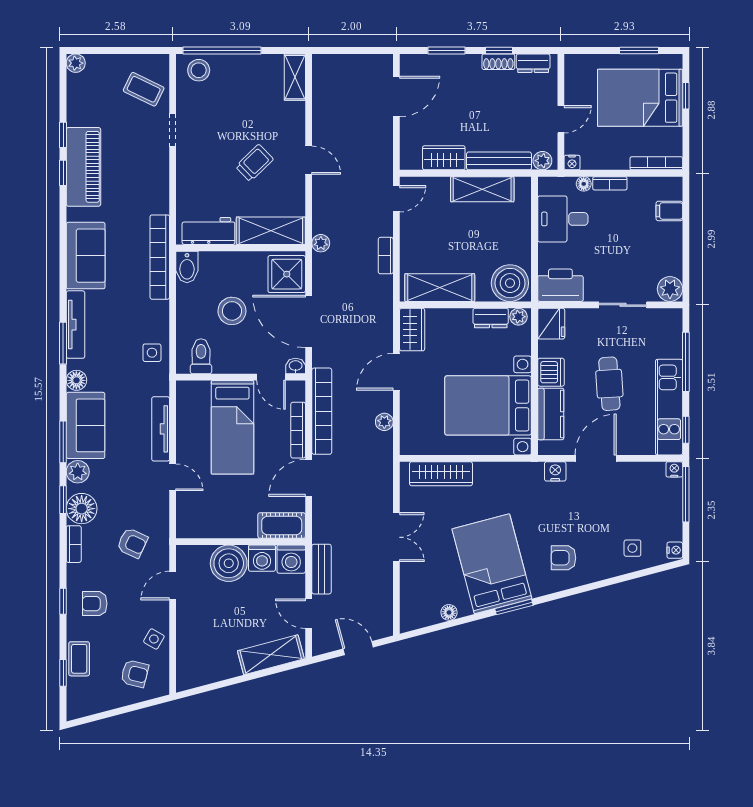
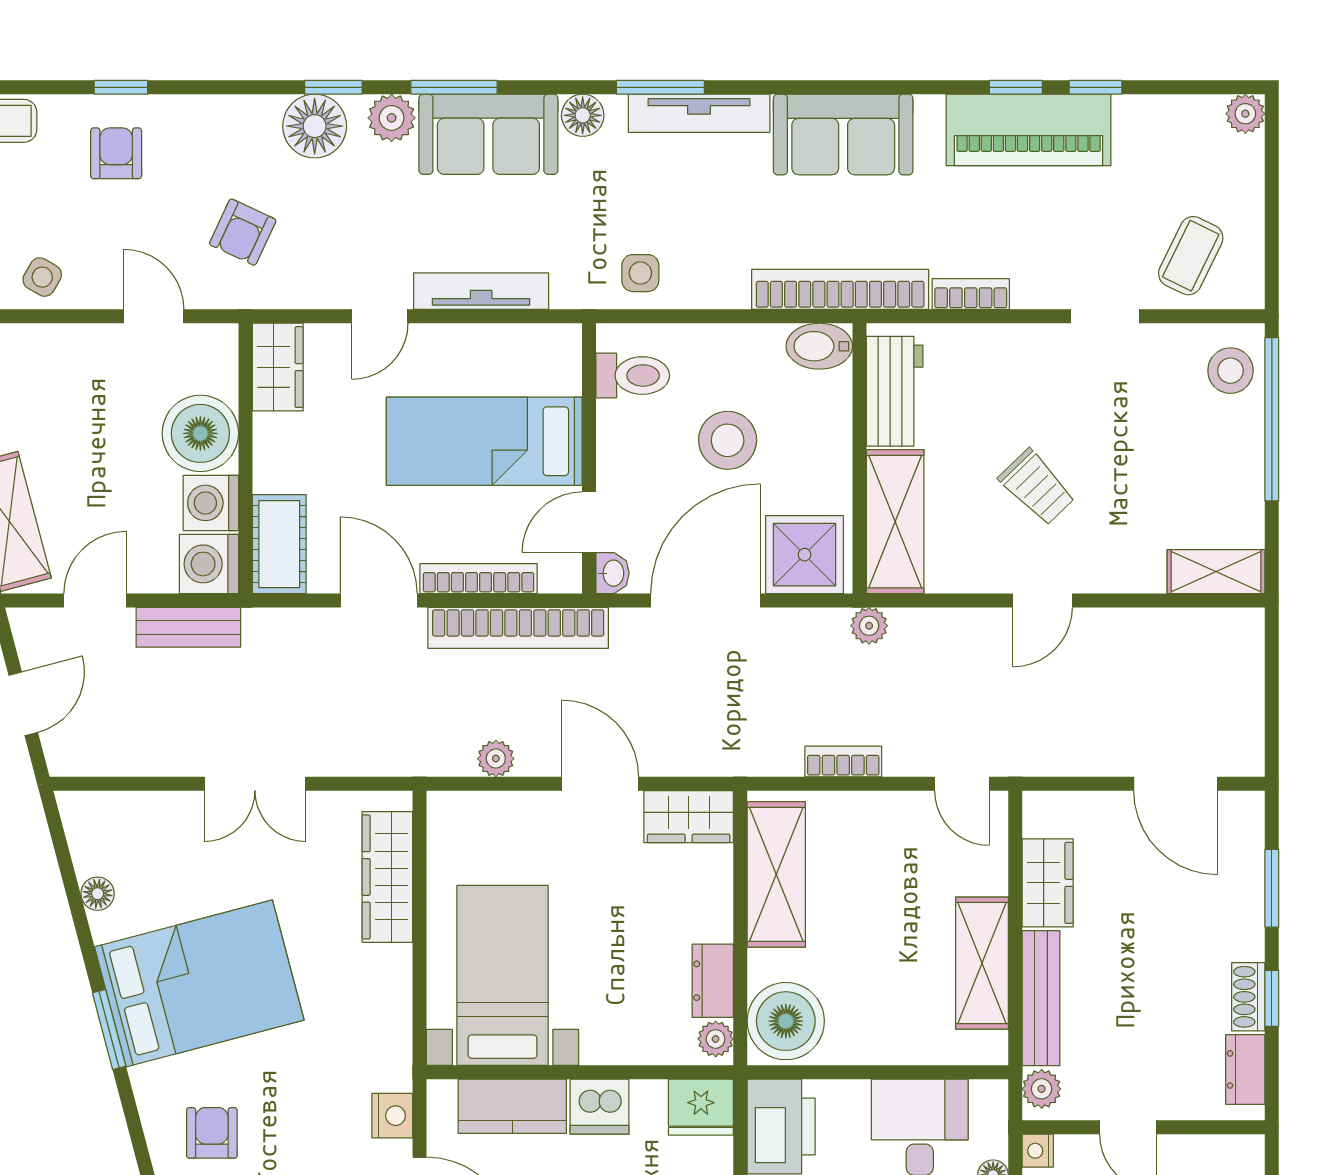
bed with nightstands: (488, 405) -> (503, 975), width x0.73
wardrobe: (197, 526) -> (278, 367), added
bookcase: (74, 544) -> (971, 294), moved, turned 180

